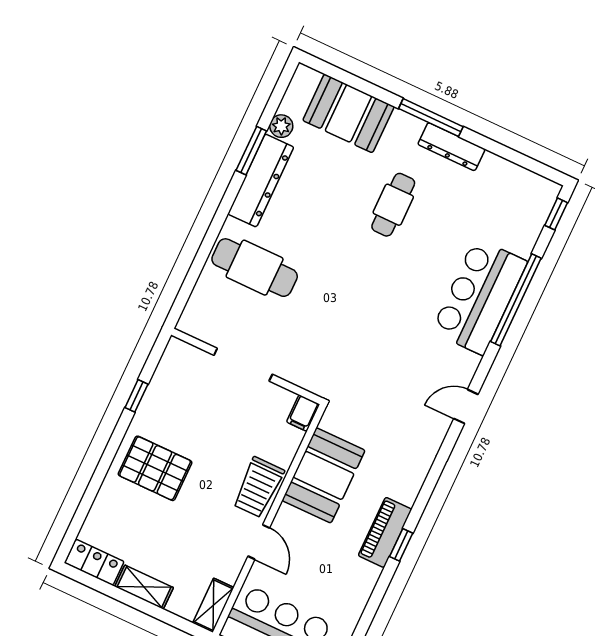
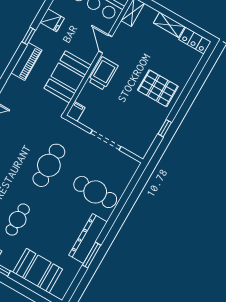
plant: (281, 126) -> (74, 267), removed
cafe table: (344, 310) -> (49, 165), added
piano: (385, 532) -> (27, 61), moved
fridge: (361, 577) -> (52, 20), added

